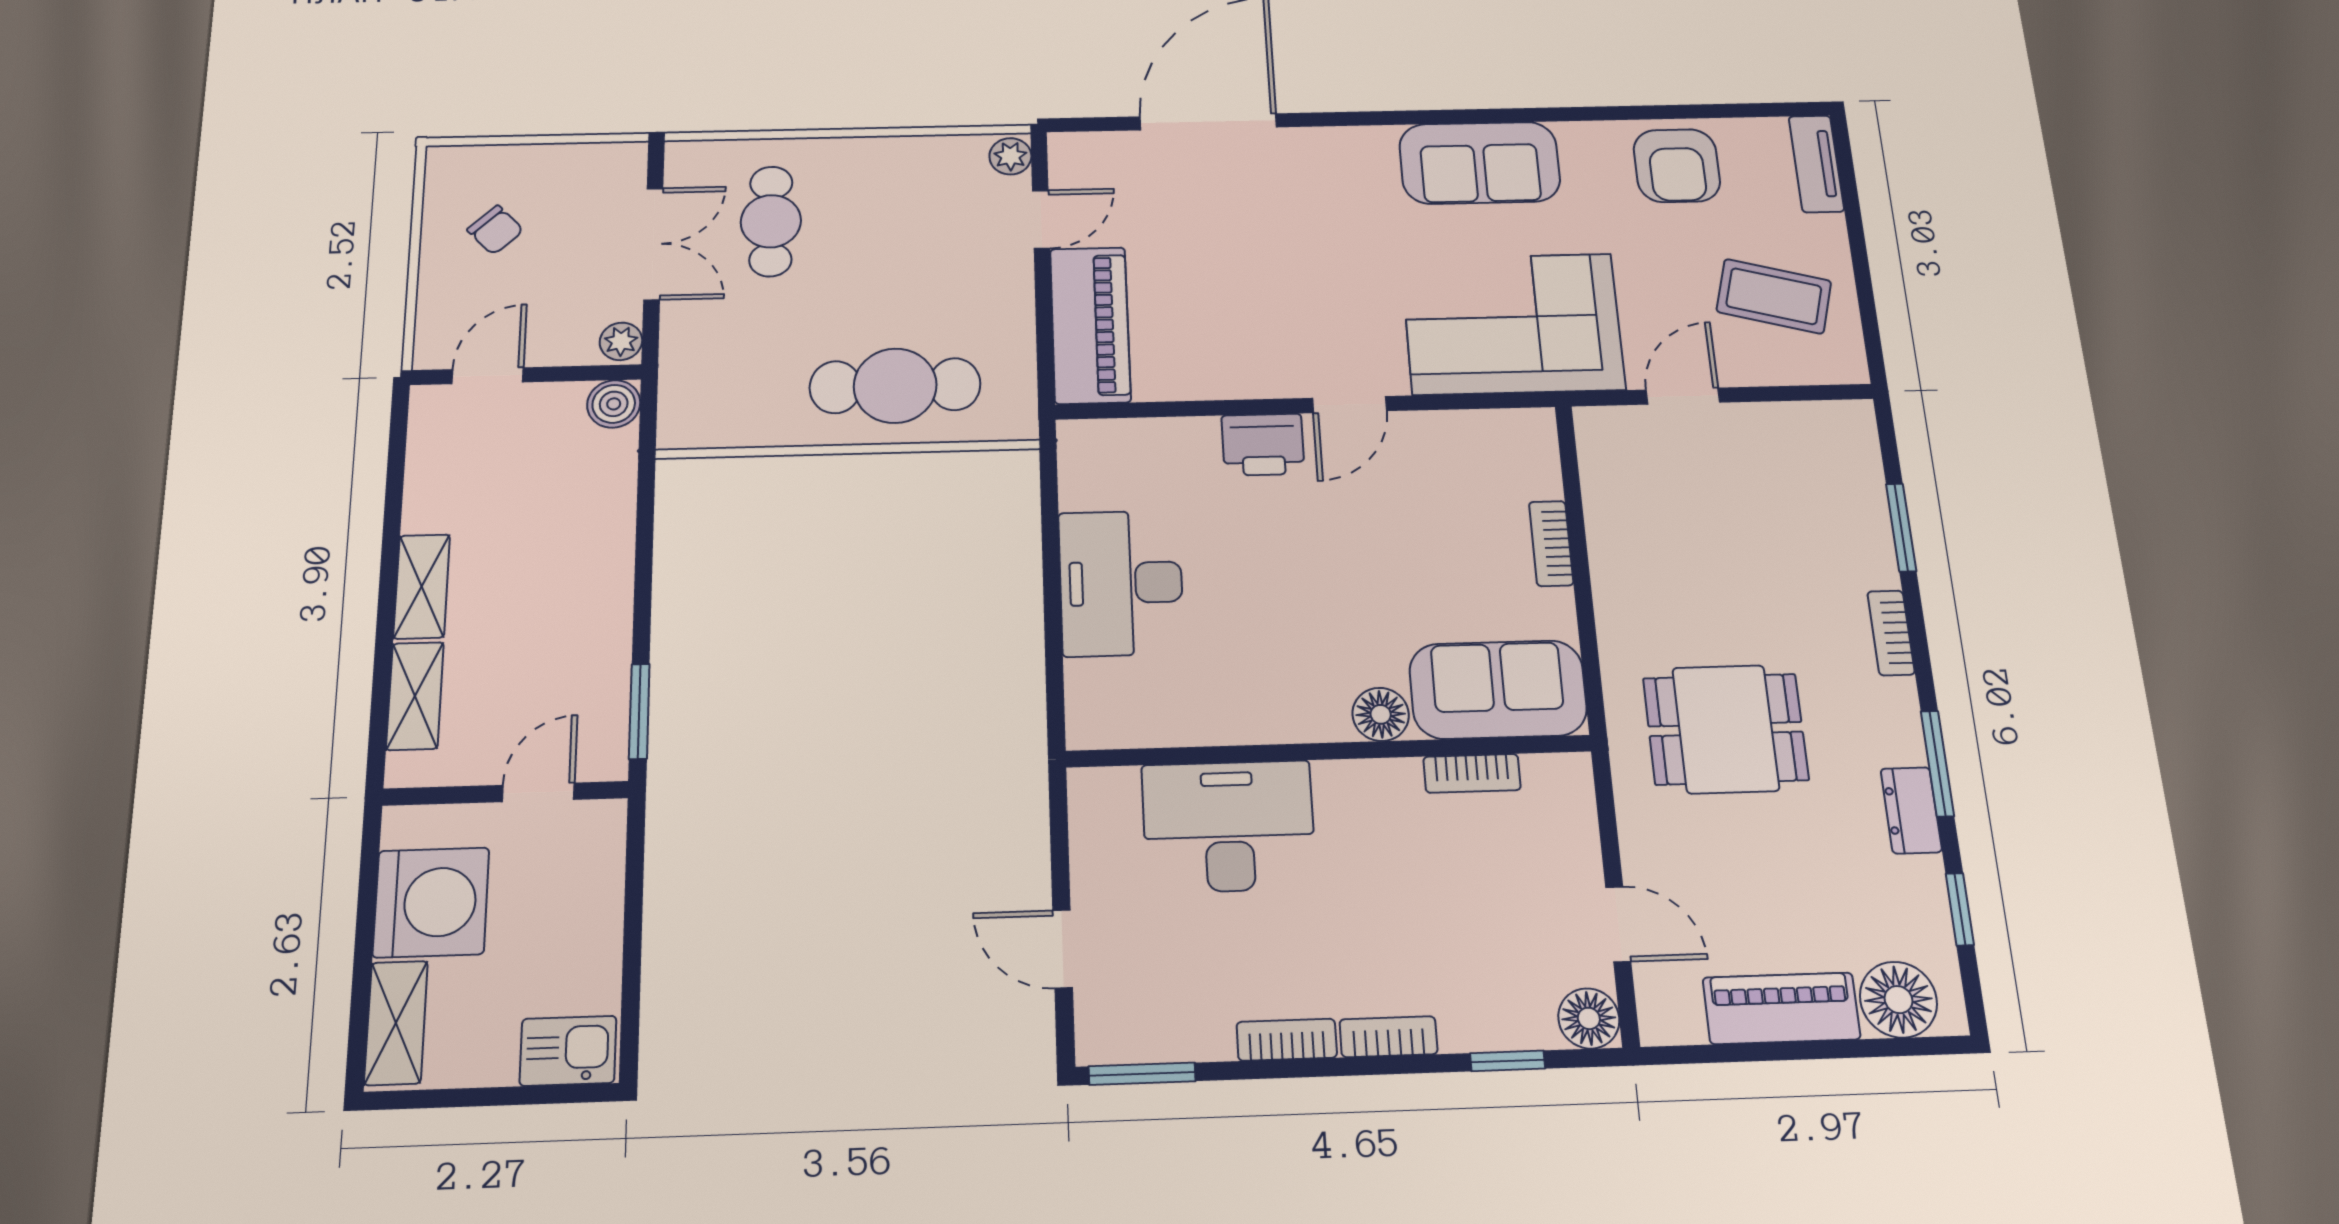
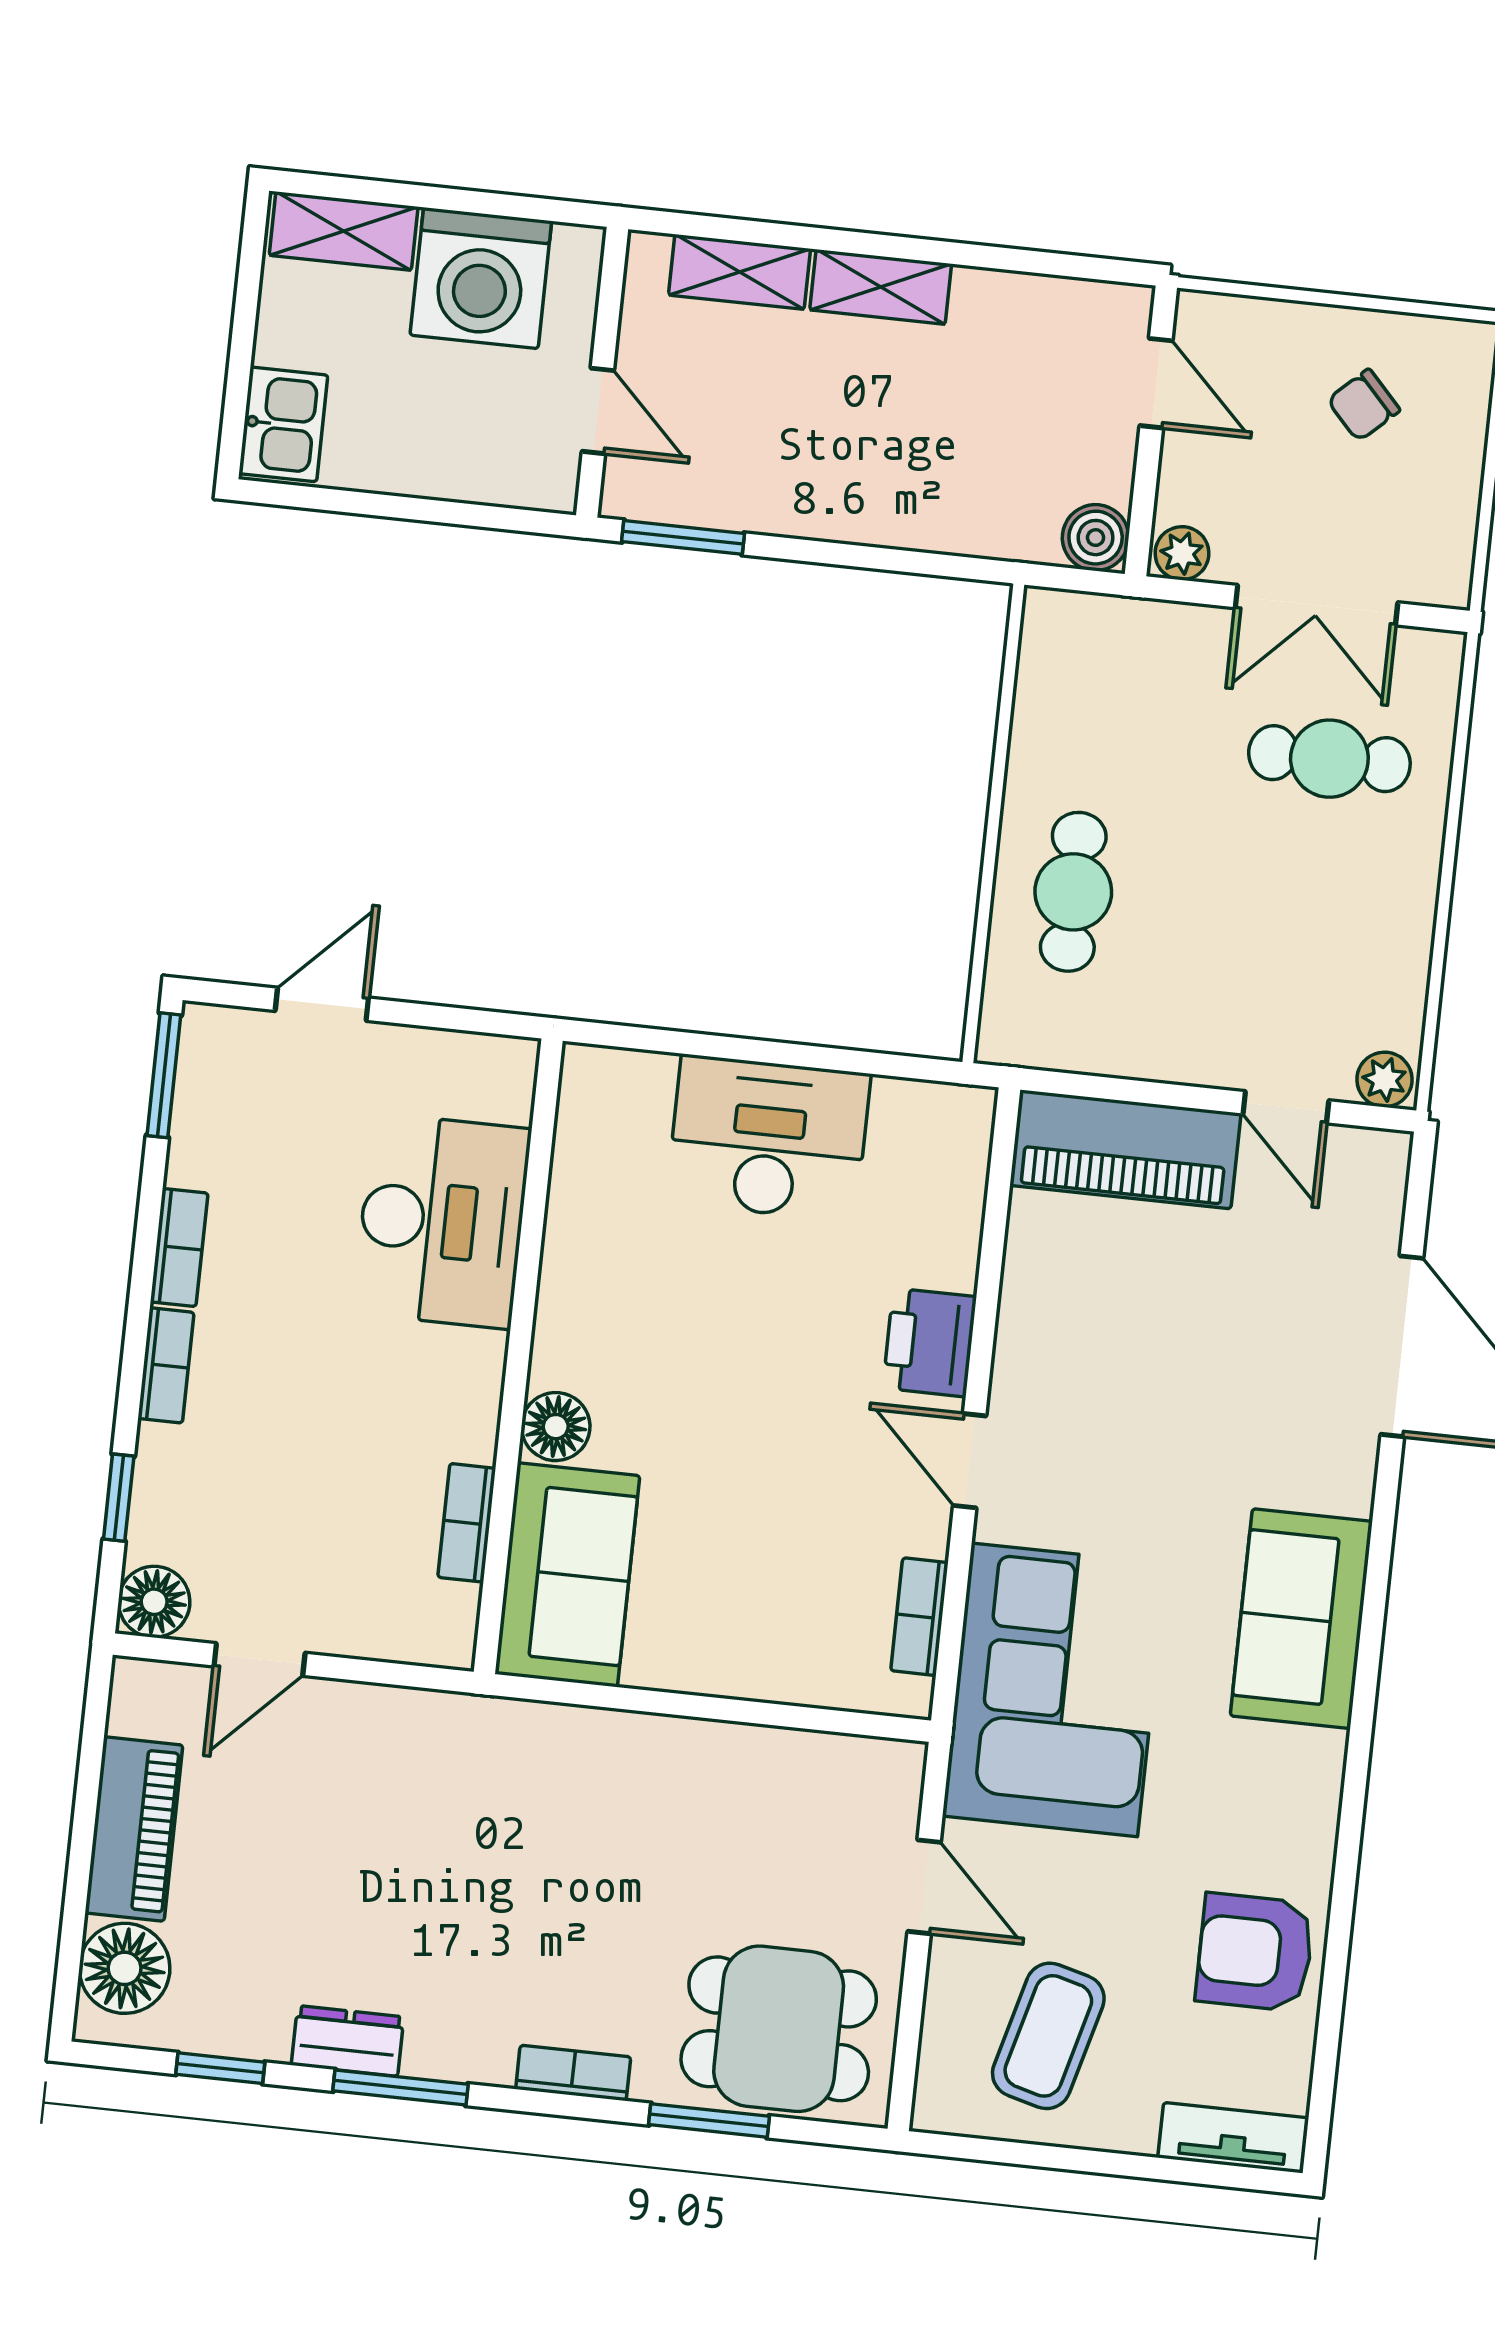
sofa: (1480, 163) -> (1301, 1619), moved
cafe table: (895, 386) -> (1073, 892), width x0.73, depth x0.74
bookcase: (1551, 543) -> (919, 1617), moved, turned -90
dining table: (1726, 729) -> (779, 2029), moved, turned 90

